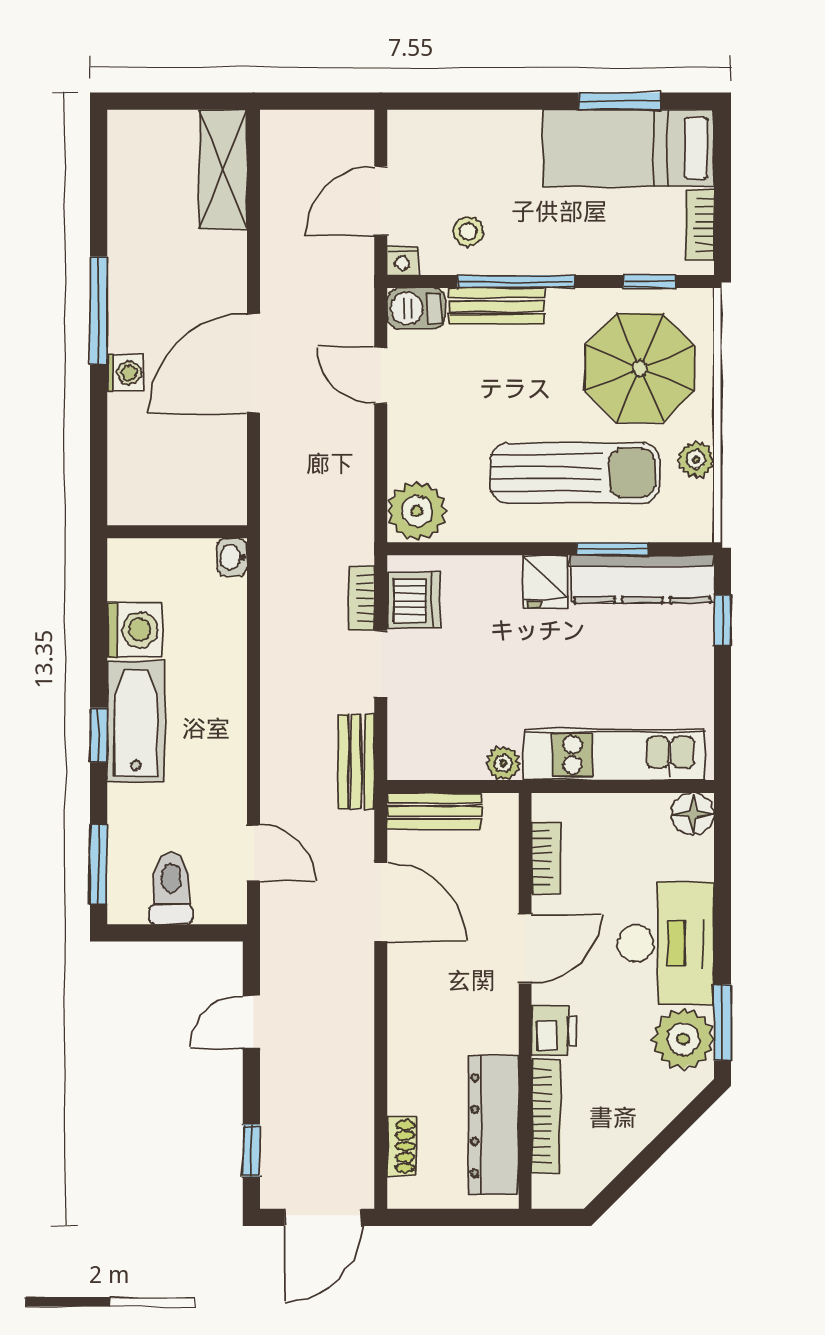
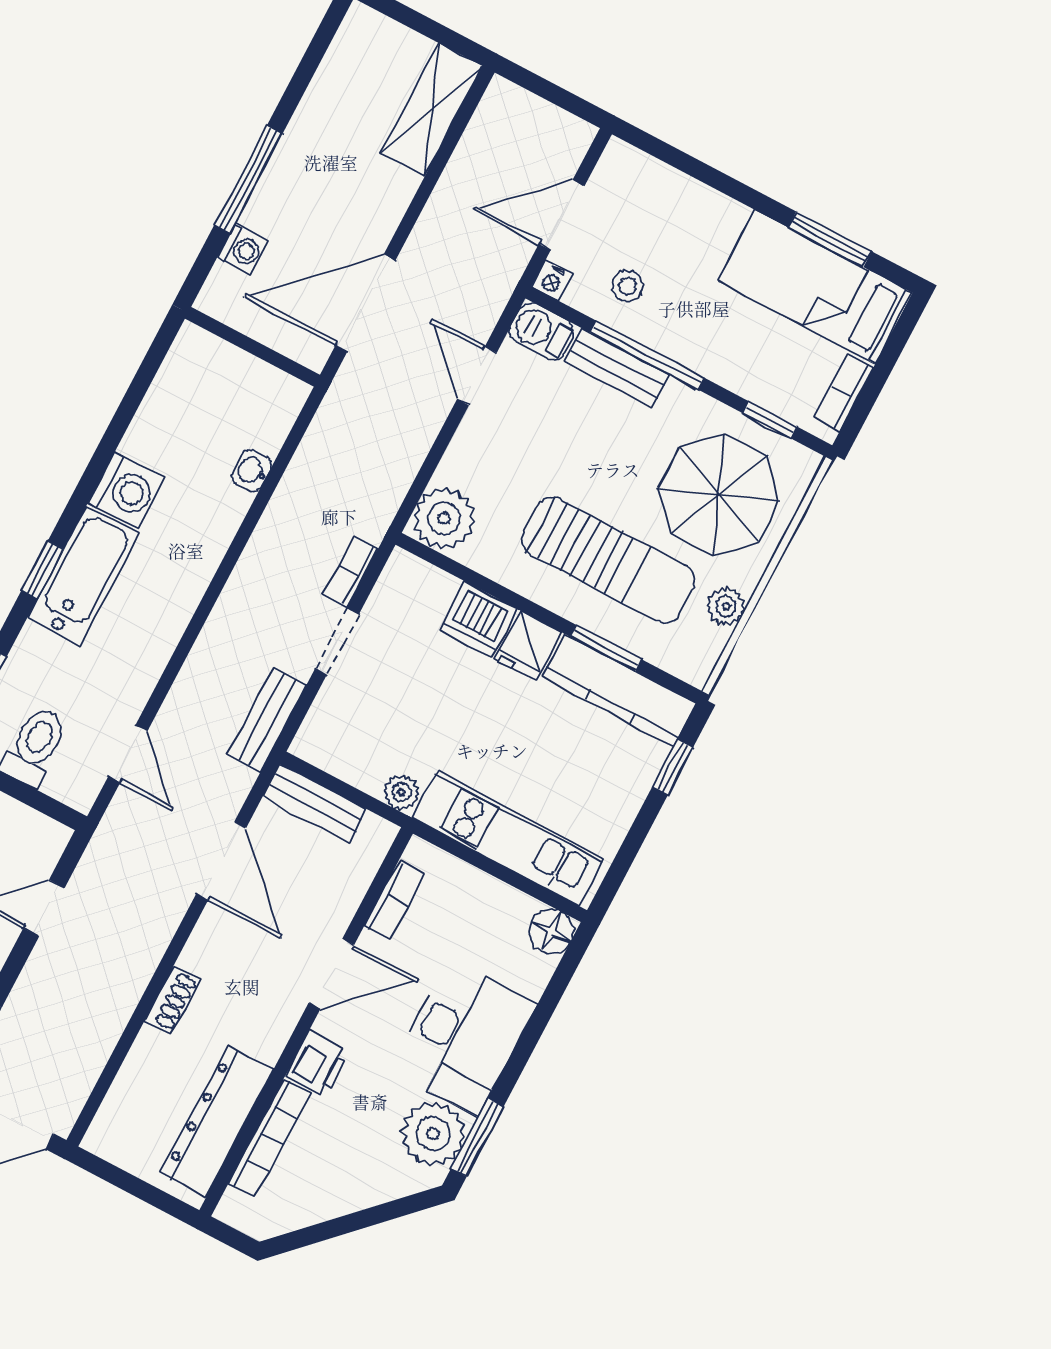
wall: (177, 532) -> (252, 347), moved
dishwasher: (413, 600) -> (479, 619), moved, turned 90
shoe rack: (401, 1146) -> (172, 1000), moved

